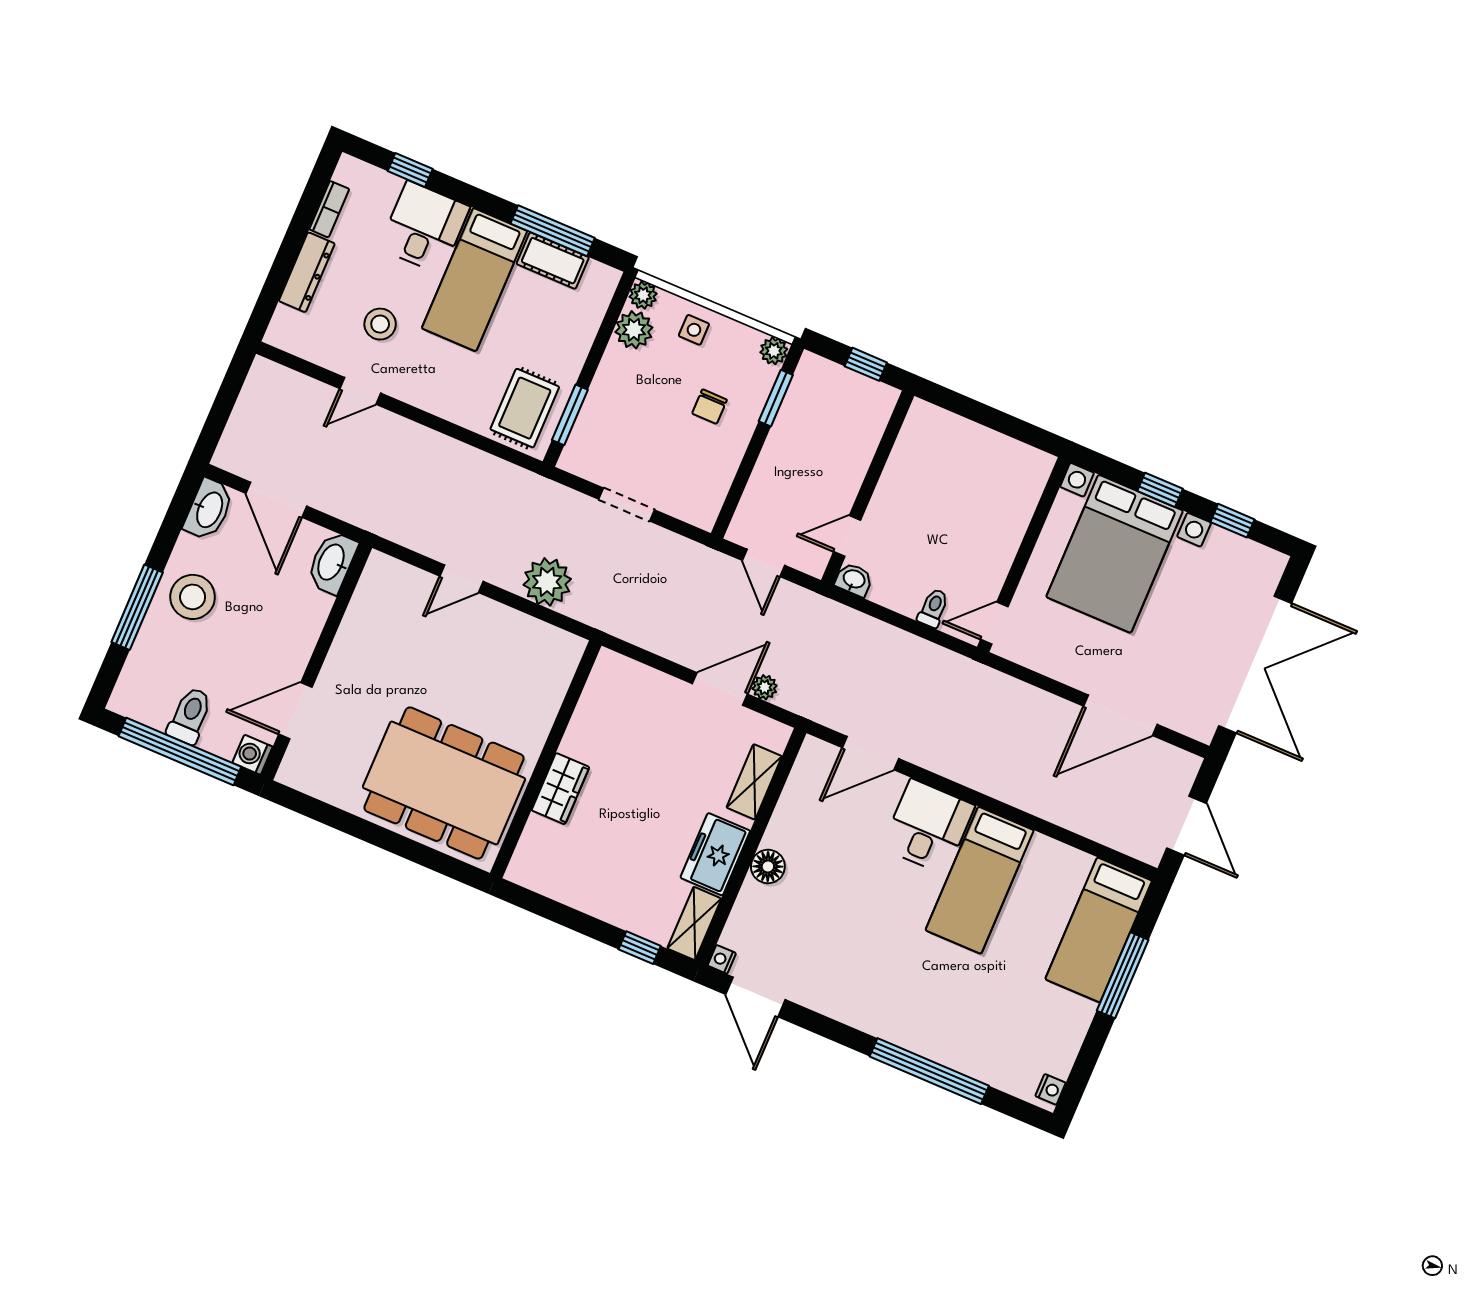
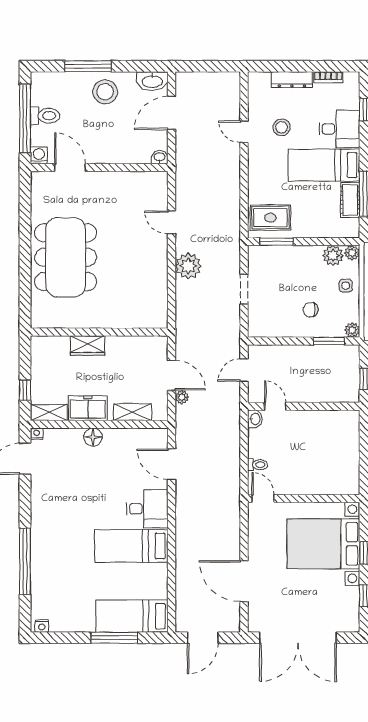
washbasin: (332, 562) -> (160, 157), width x0.52, depth x0.69
wall: (546, 759) -> (99, 332), moved
wardrobe: (560, 789) -> (88, 346), moved

